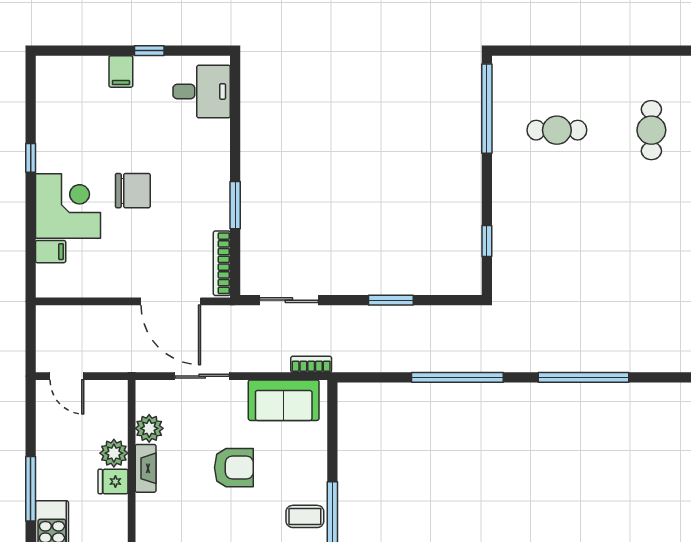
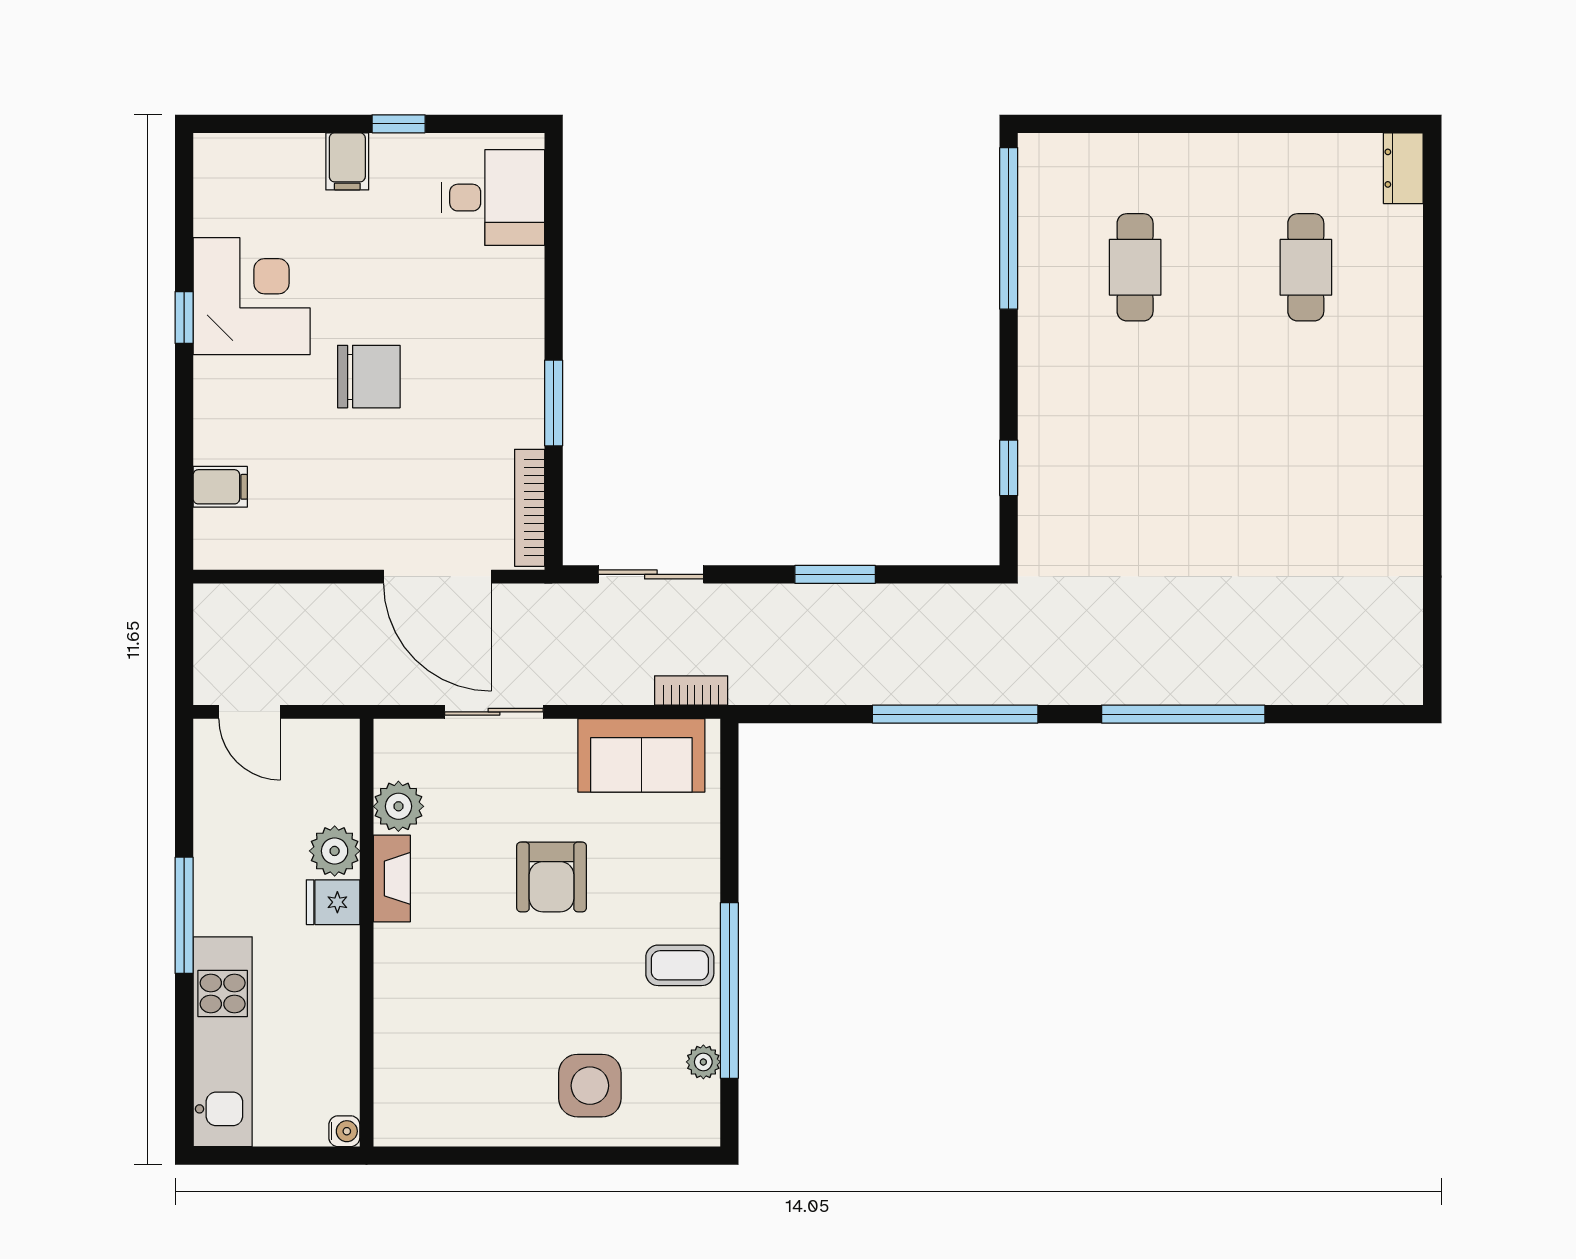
cafe table: (557, 130) -> (1135, 267), turned 90
corner desk: (68, 206) -> (252, 296), moved
armchair: (234, 468) -> (552, 877), turned 90

